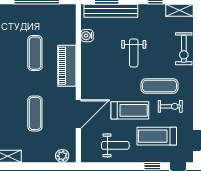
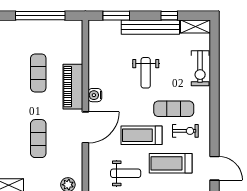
bench: (111, 11) -> (150, 27), moved
water cooler: (87, 36) -> (95, 95), moved
treadmill: (130, 110) -> (141, 135), turned 180
door: (78, 114) -> (85, 127), moved

